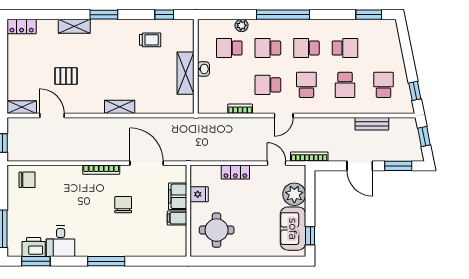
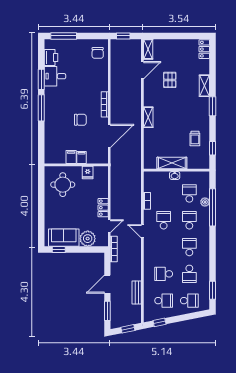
window: (283, 15) -> (212, 207), moved
school desk: (306, 85) -> (189, 301), moved
locker: (235, 172) -> (103, 208), moved
filing cabinet: (178, 196) -> (82, 158), width x0.50
window: (36, 261) -> (41, 79), moved

